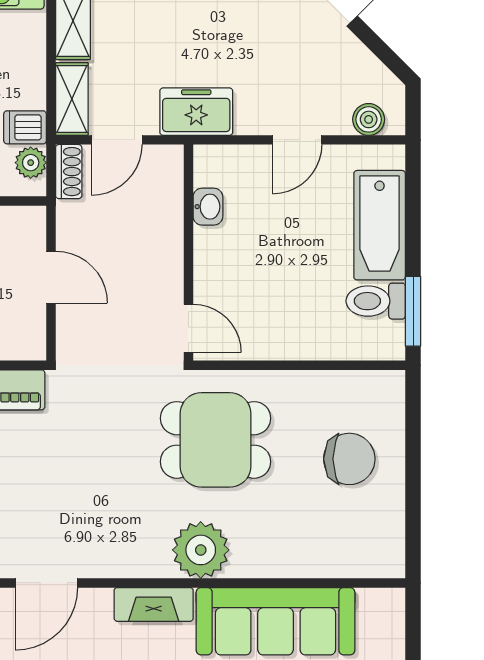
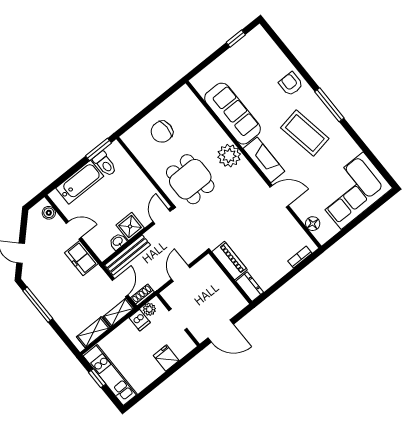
freezer: (196, 112) -> (81, 258), moved
door: (117, 140) -> (120, 288), hinge flipped
bench: (167, 205) -> (128, 255), added
shower: (218, 253) -> (130, 226), added
chair: (349, 459) -> (162, 132), turned -90
fireplace: (154, 604) -> (264, 160), width x1.37, depth x1.32

